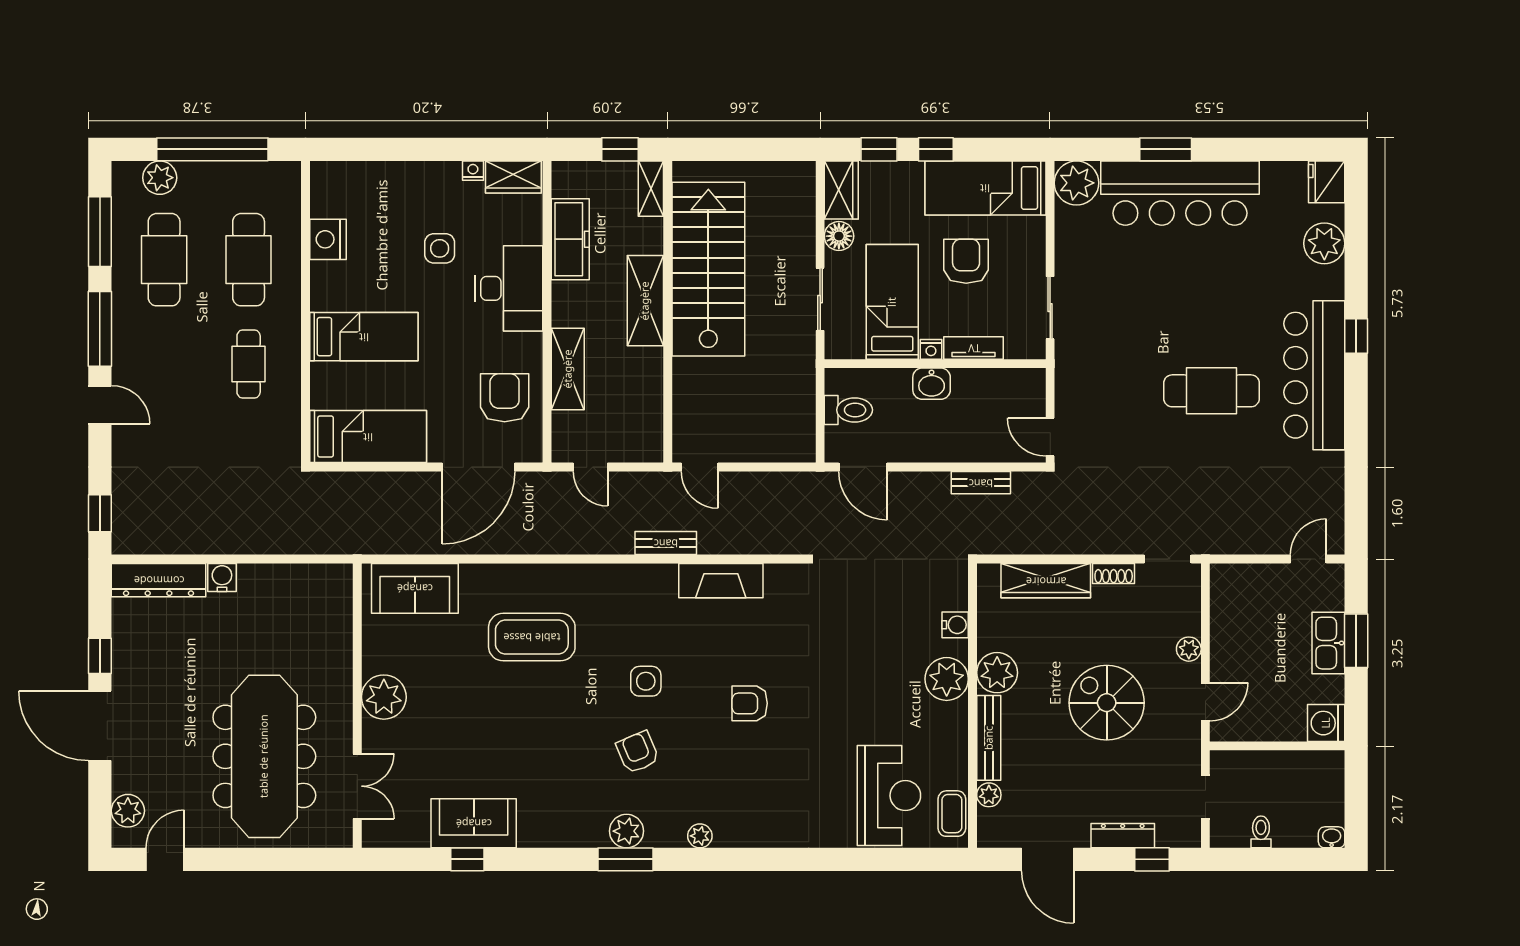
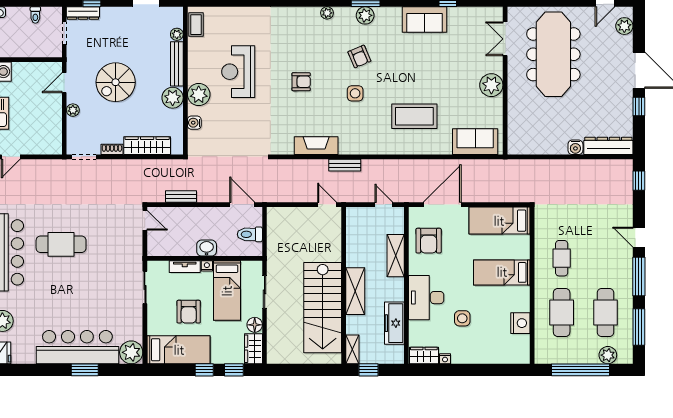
spiral stairs: (1107, 703) -> (116, 82), turned 90
reception desk: (889, 796) -> (238, 72), moved
sofa: (474, 823) -> (425, 19), moved
dresser: (1123, 836) -> (83, 13), moved

